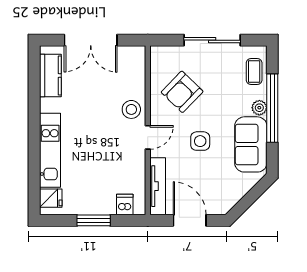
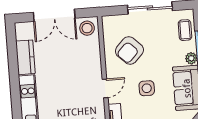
kitchen counter: (50, 76) -> (25, 57), moved
stool: (131, 109) -> (87, 28), moved

